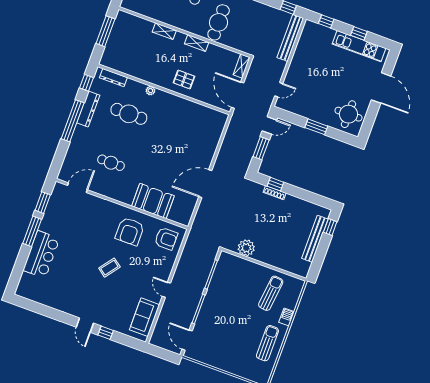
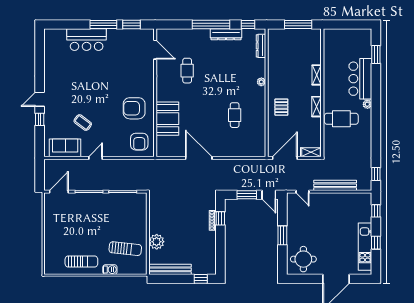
bench: (290, 38) -> (335, 185), moved
cafe table: (129, 114) -> (235, 115), moved, width x0.73, depth x0.74
bench: (315, 239) -> (170, 269), moved
plant: (246, 248) -> (157, 242), moved
coffee table: (109, 268) -> (83, 123), moved

